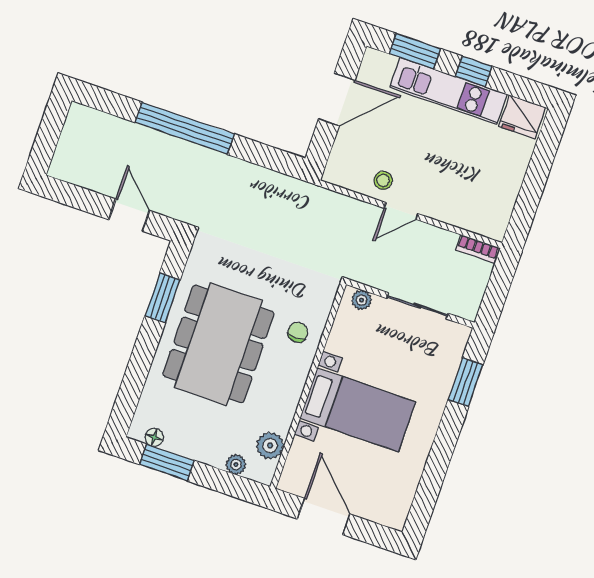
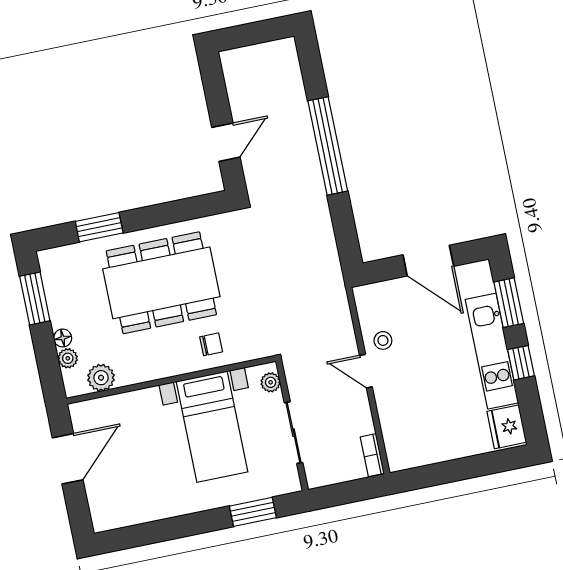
window: (163, 298) -> (99, 227), moved
bed with nightstands: (358, 410) -> (212, 427), moved
floor lamp: (154, 437) -> (63, 338), moved

